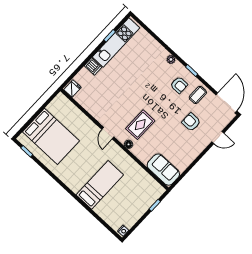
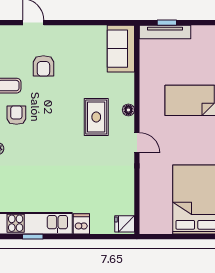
rug: (140, 125) -> (96, 117), turned 90
door: (108, 133) -> (137, 143), hinge flipped
tv unit: (151, 200) -> (165, 32), added

